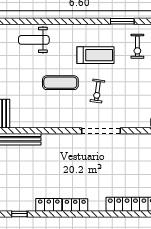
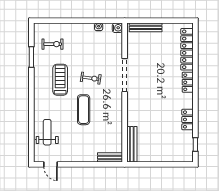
weight bench: (34, 40) -> (47, 132), turned 180
locker: (75, 205) -> (188, 82), moved

